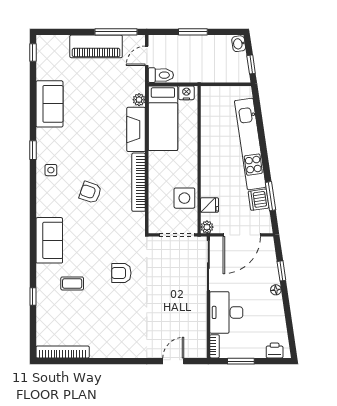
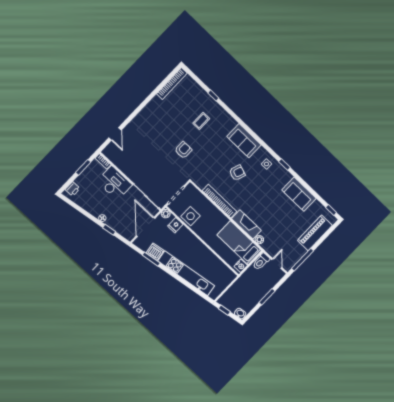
piano: (96, 46) -> (315, 233), moved
sofa: (49, 240) -> (244, 141), moved

